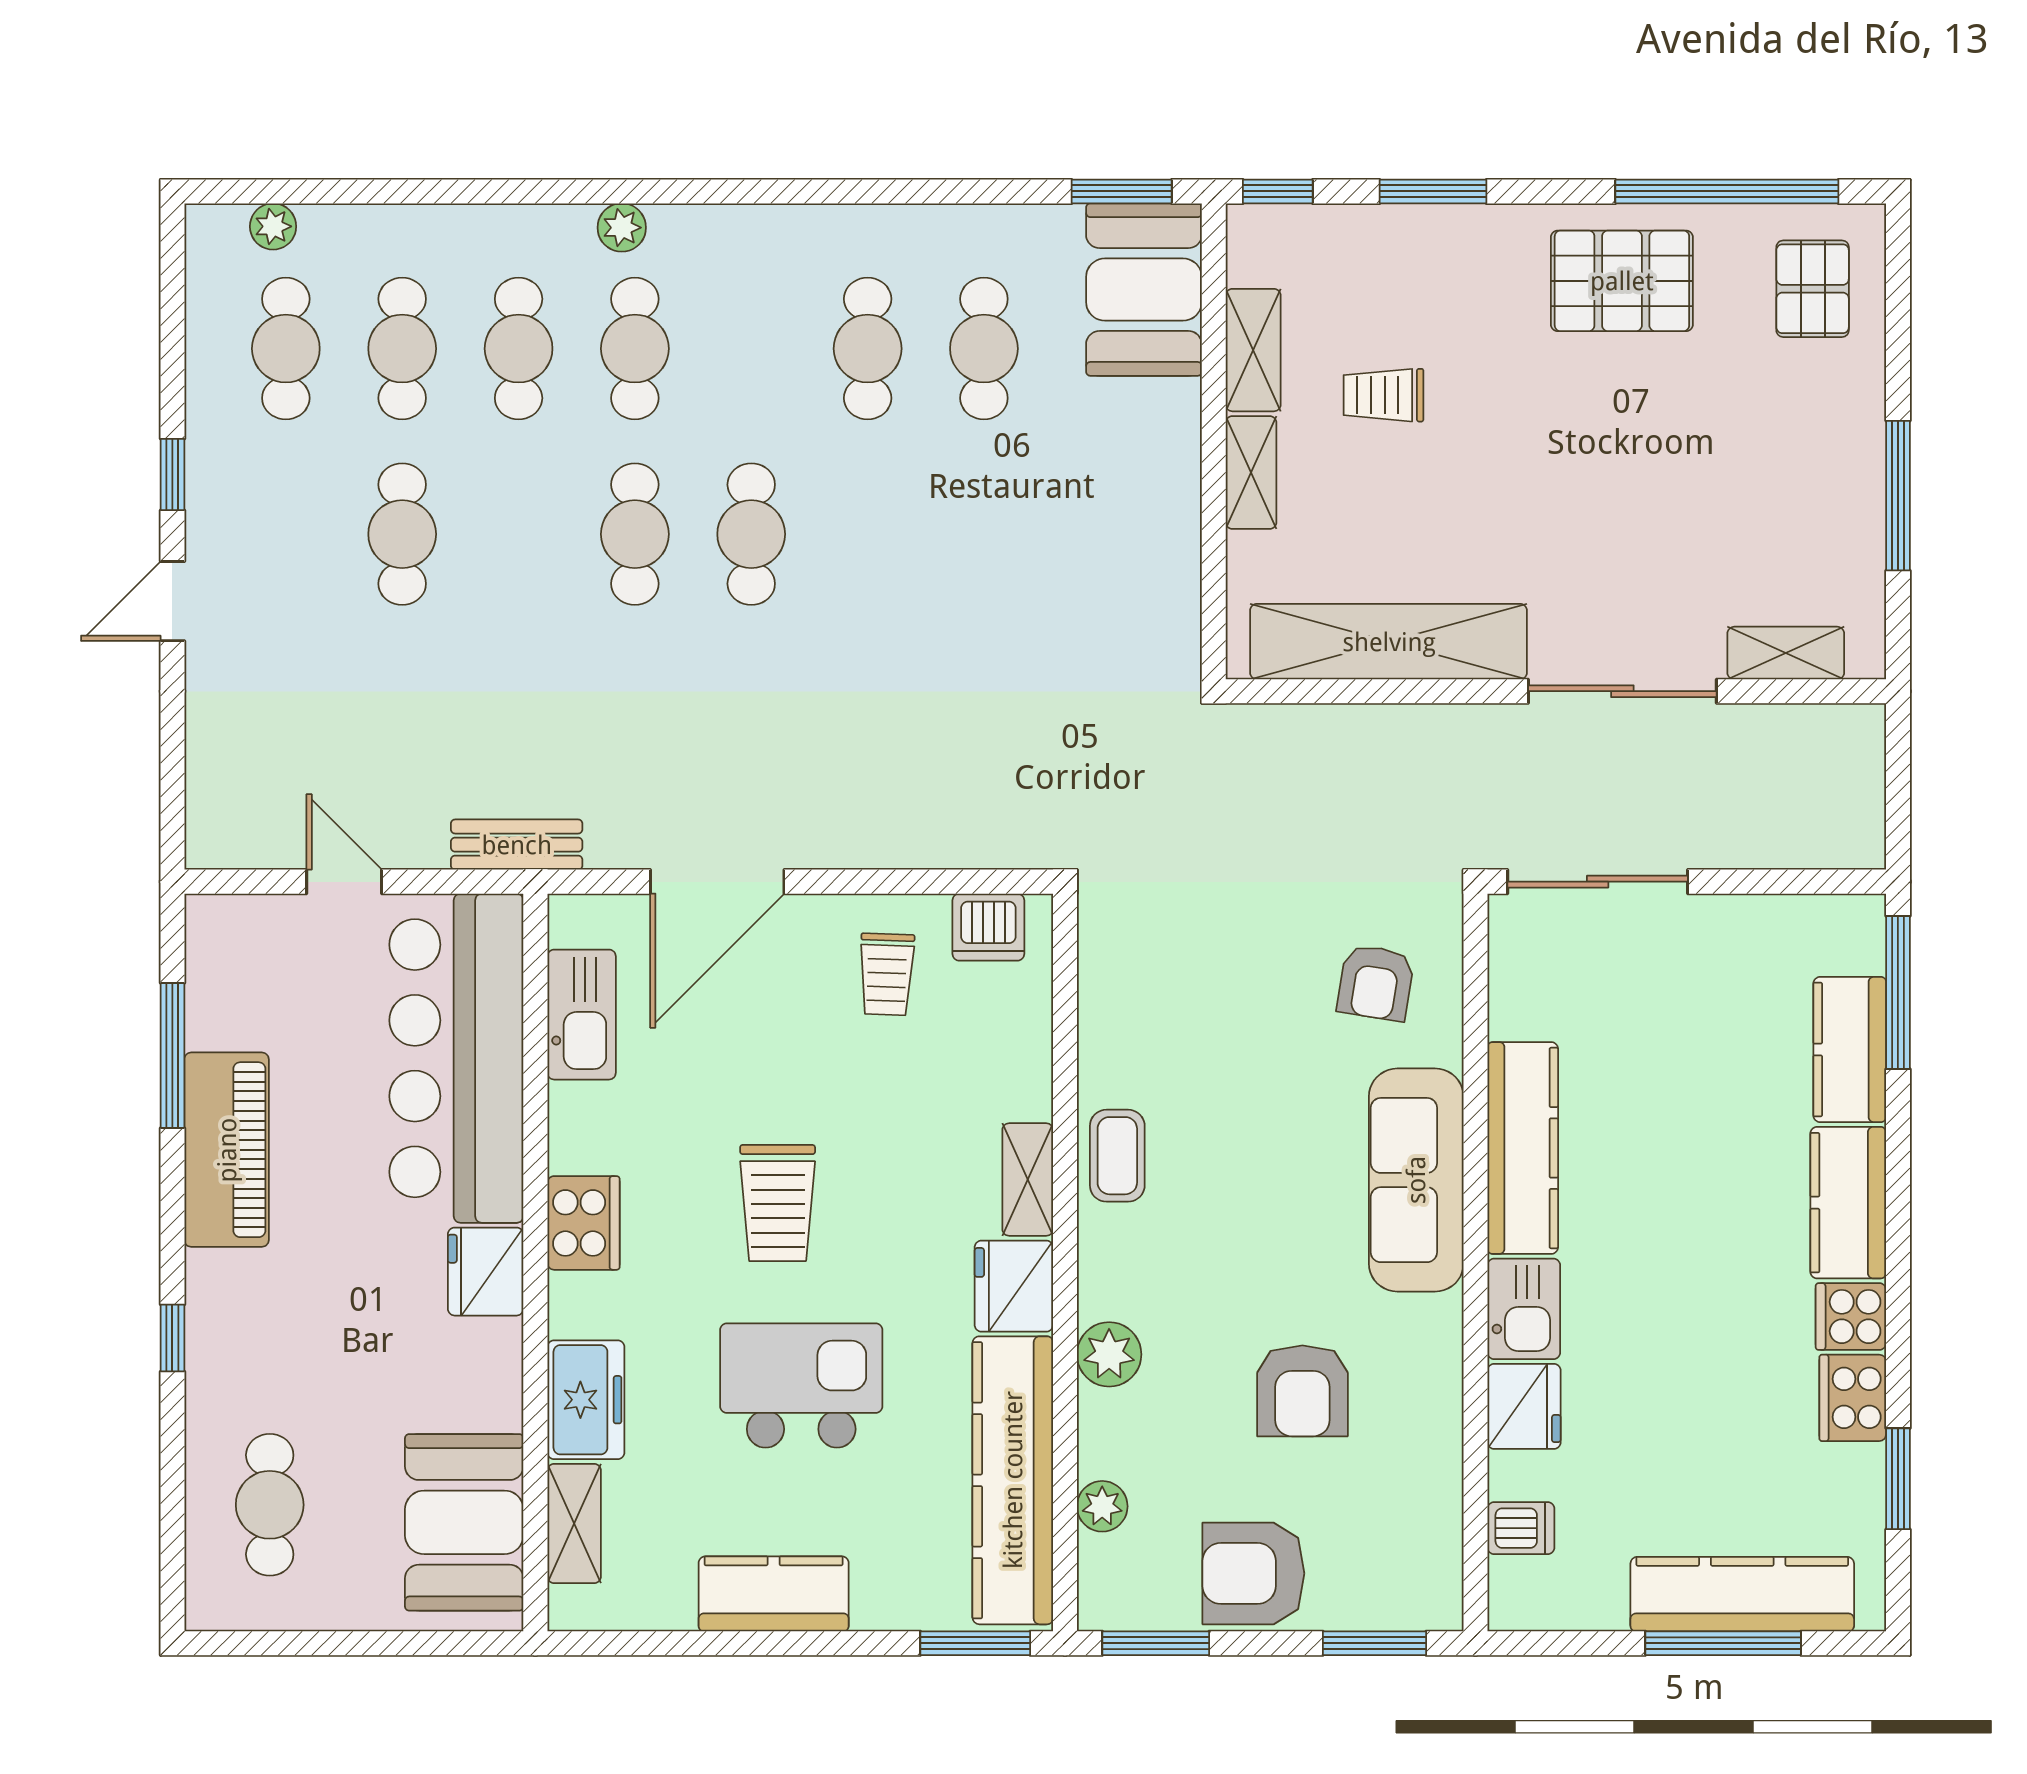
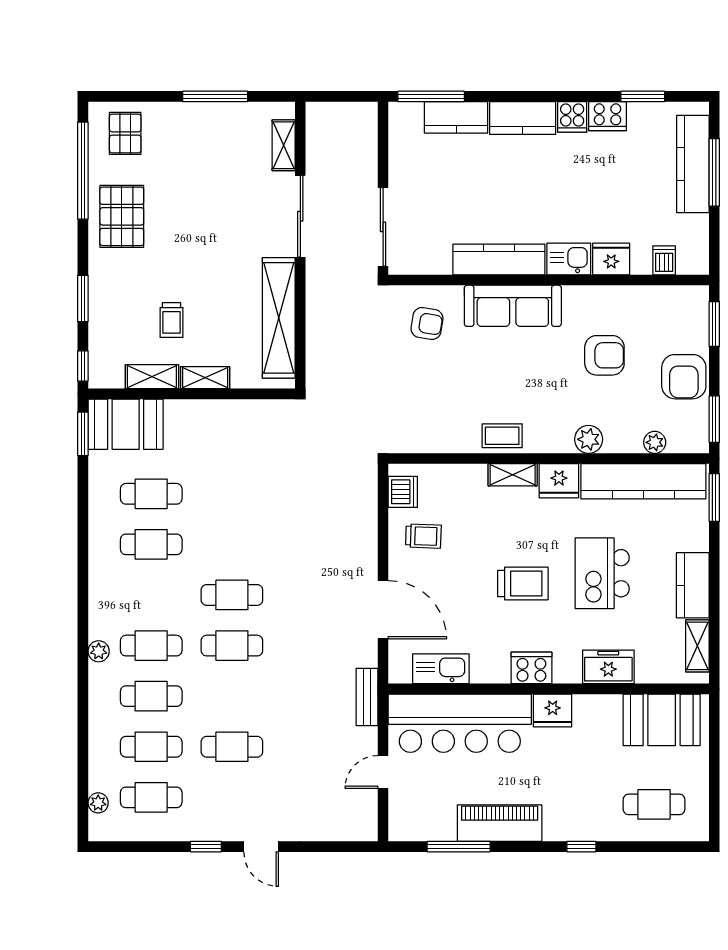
pallet: (1813, 289) -> (125, 133), turned 90
shelving: (574, 1524) -> (697, 646), moved, turned 90

